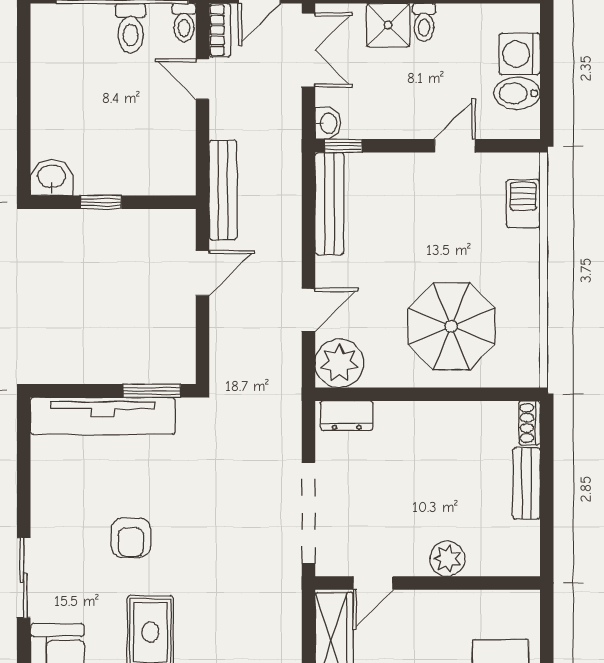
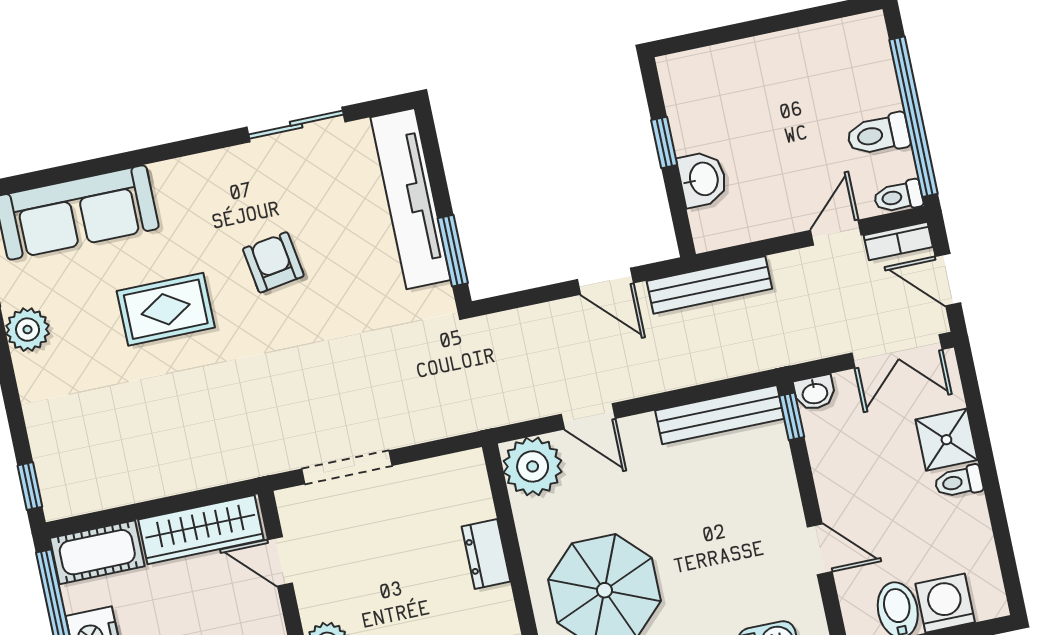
washbasin: (52, 177) -> (703, 179), moved
dresser: (347, 416) -> (486, 554), moved
doorway: (308, 513) -> (347, 467), width x0.73
armchair: (131, 537) -> (273, 262), turned 81
sliding door: (24, 578) -> (296, 125), moved

